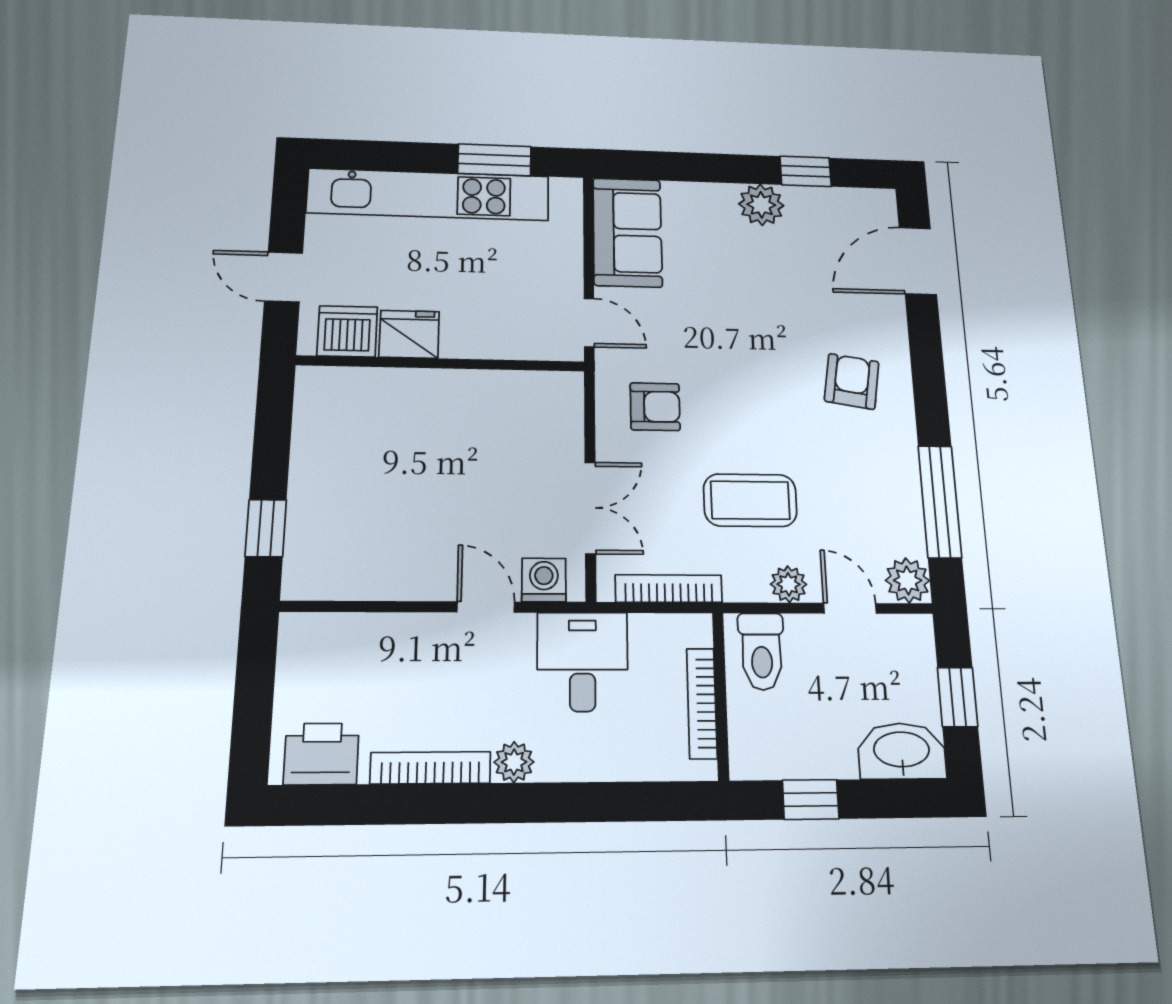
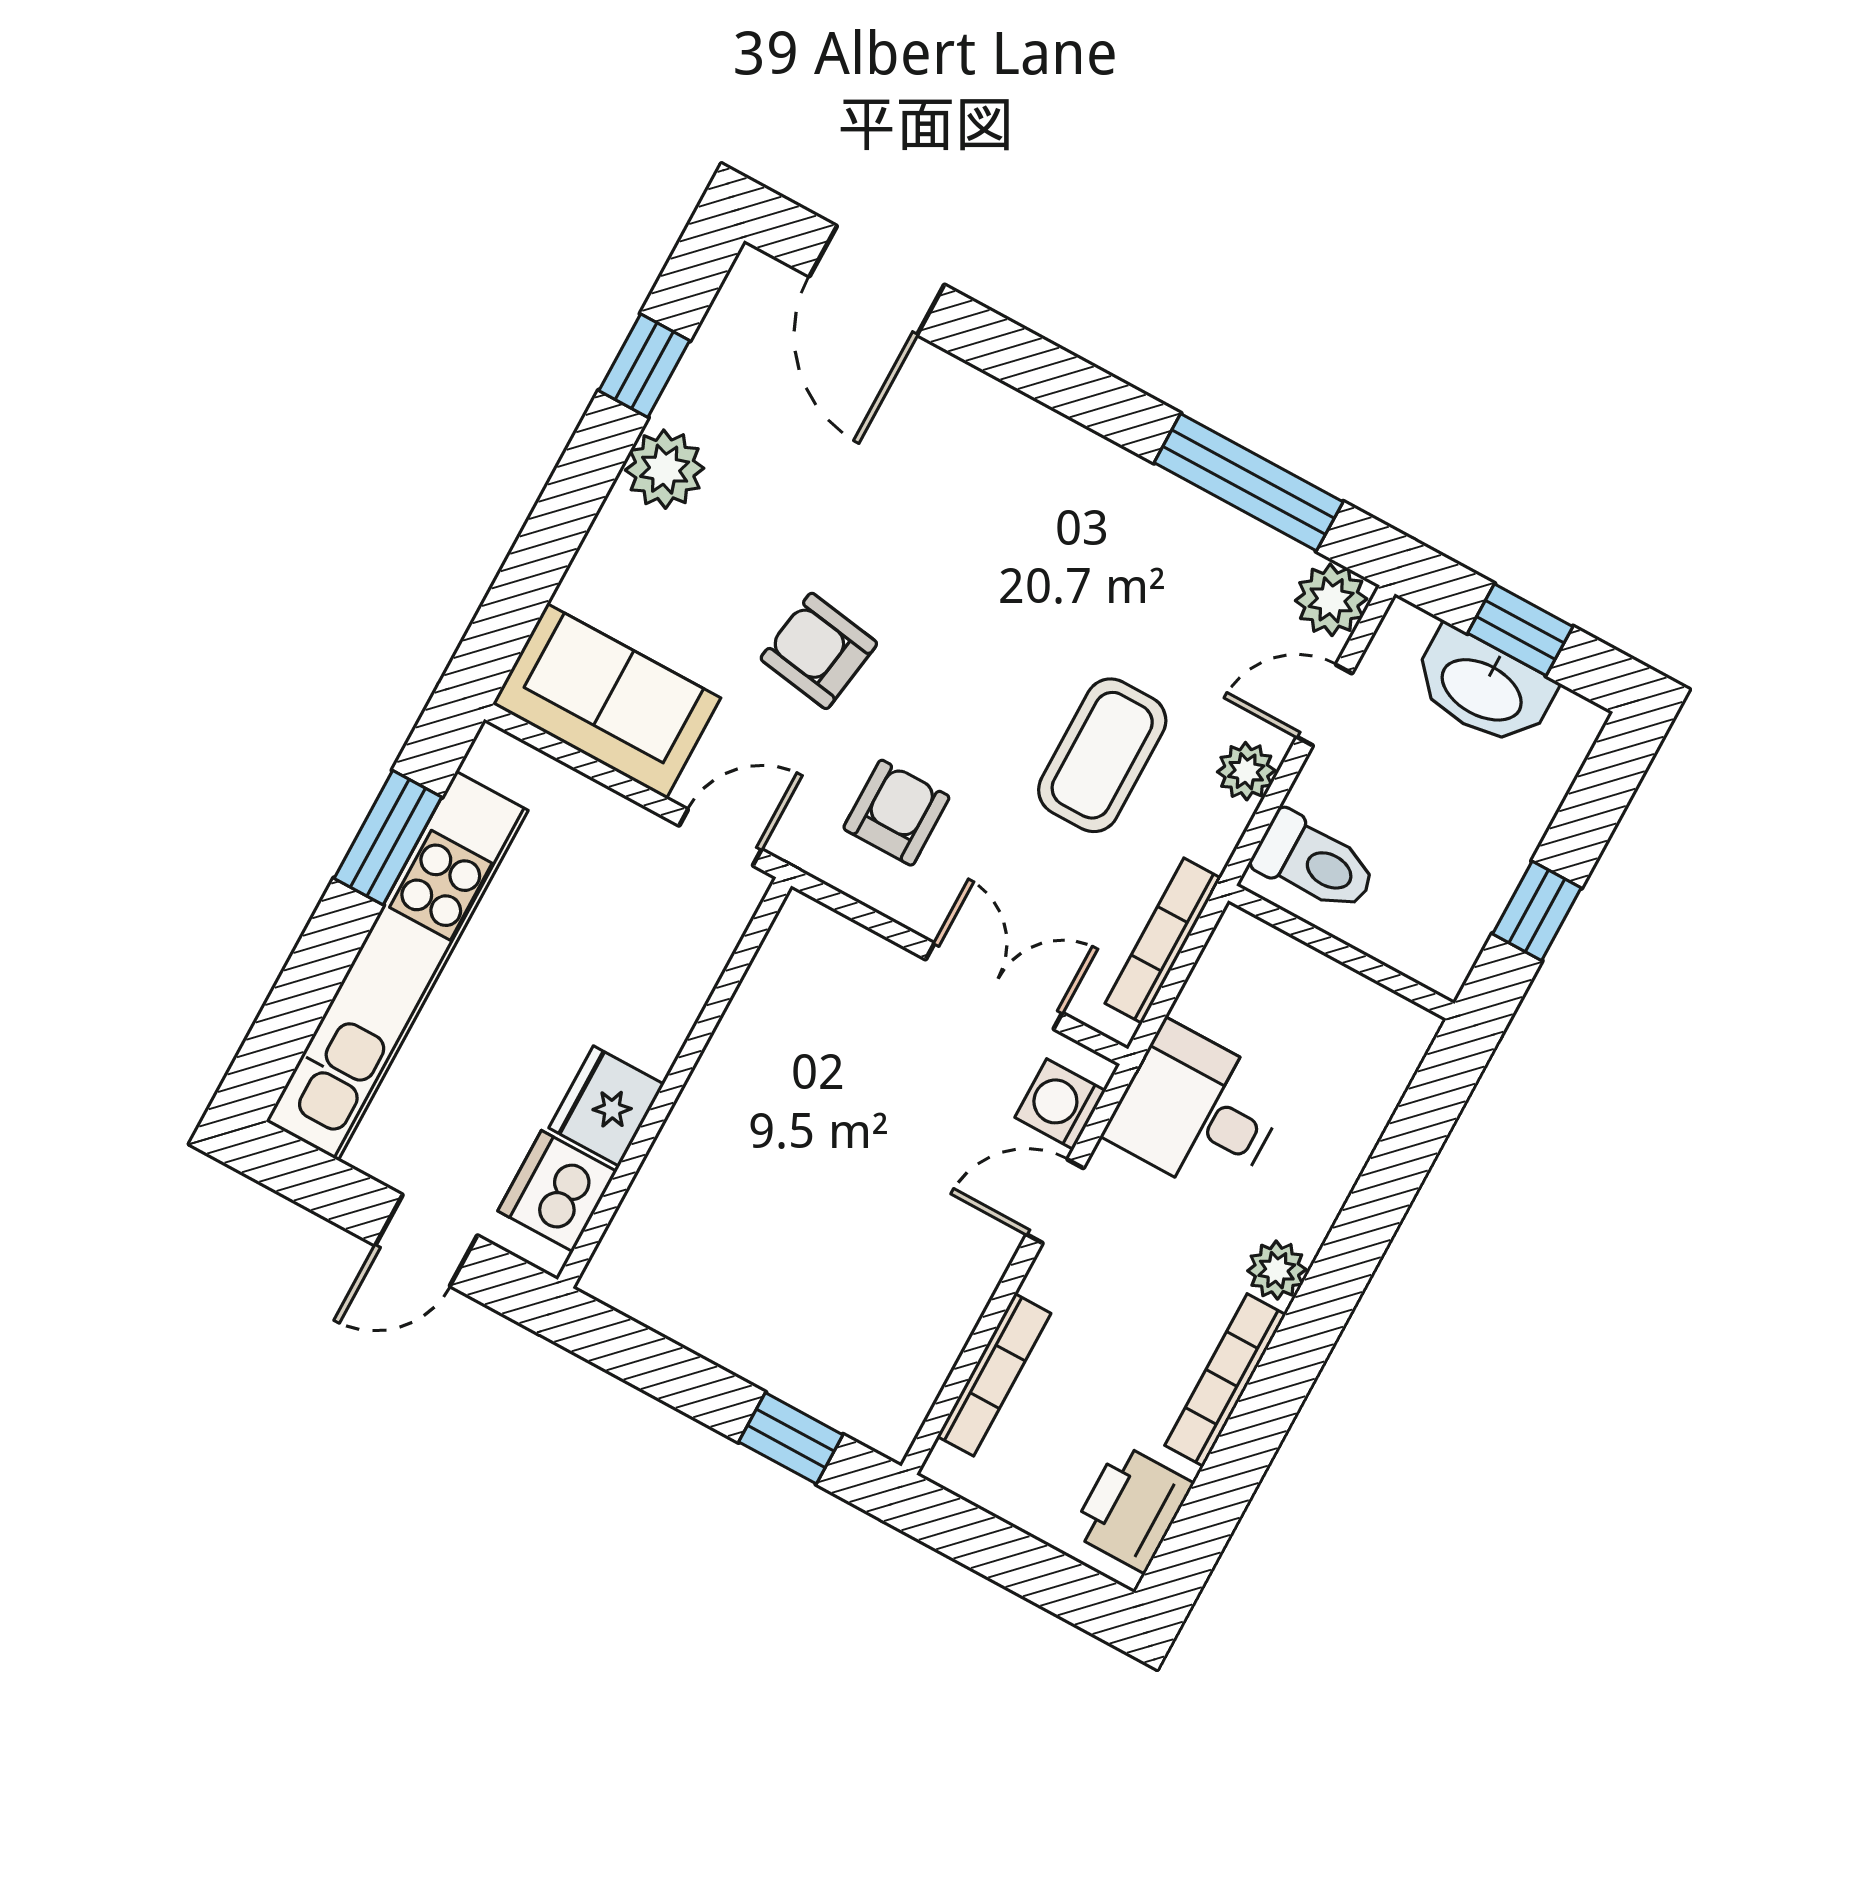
armchair: (852, 381) -> (819, 651), moved
bookcase: (702, 703) -> (994, 1375), moved, turned -90
washbasin: (902, 751) -> (1483, 688), moved, turned -90

